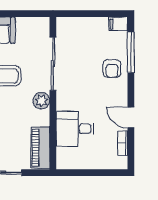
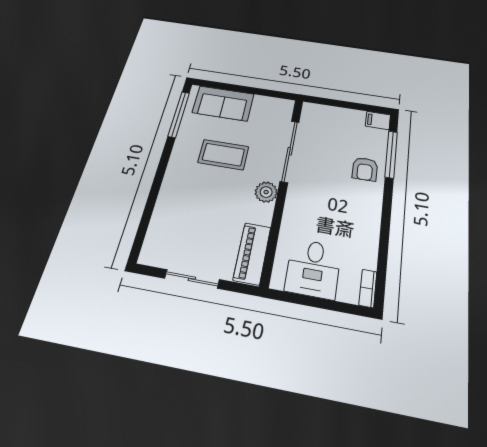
door: (131, 117) -> (385, 235), removed
desk: (75, 129) -> (313, 269), moved, turned -90
bookcase: (123, 143) -> (368, 288), moved

